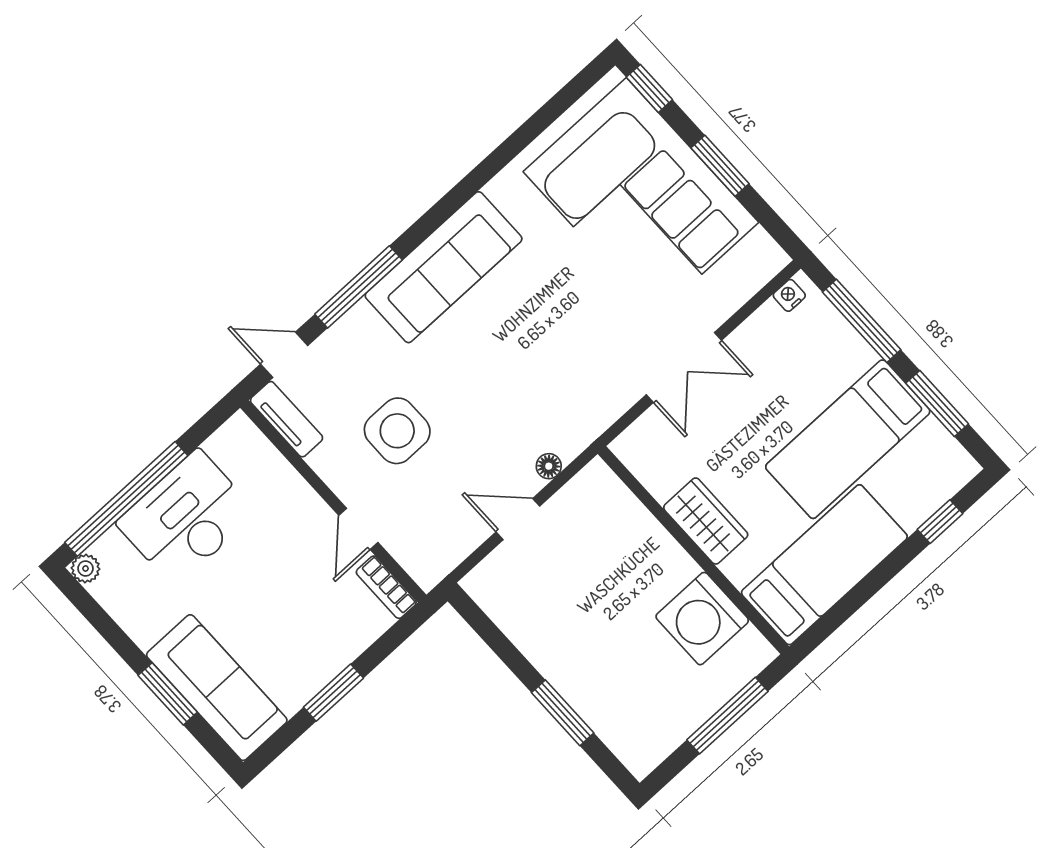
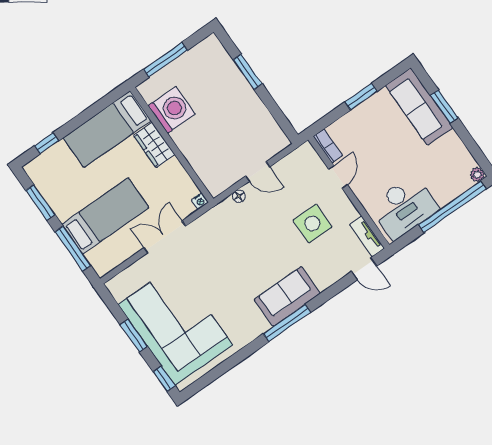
sofa: (444, 267) -> (287, 296), width x0.73
window: (358, 287) -> (287, 323), moved
nightstand: (789, 295) -> (200, 201), moved
bed: (848, 439) -> (105, 216), moved
desk: (186, 518) -> (404, 207), moved
wardrobe: (706, 521) -> (154, 145), moved

